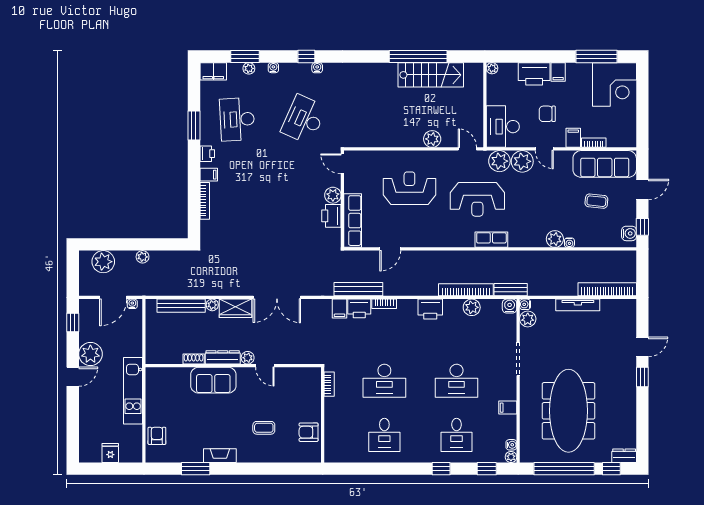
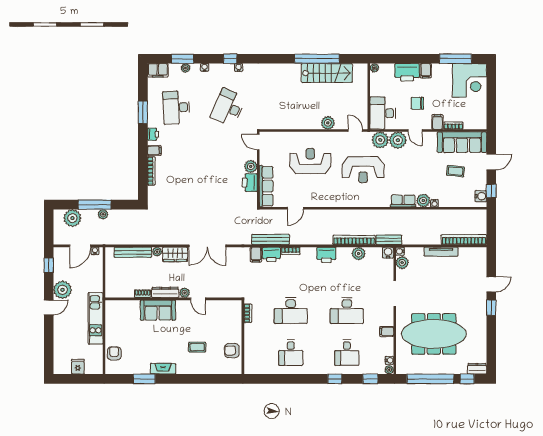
row of seats: (491, 240) -> (403, 201), moved
window: (132, 244) -> (95, 205), added
meeting table: (568, 411) -> (434, 334), turned 90

